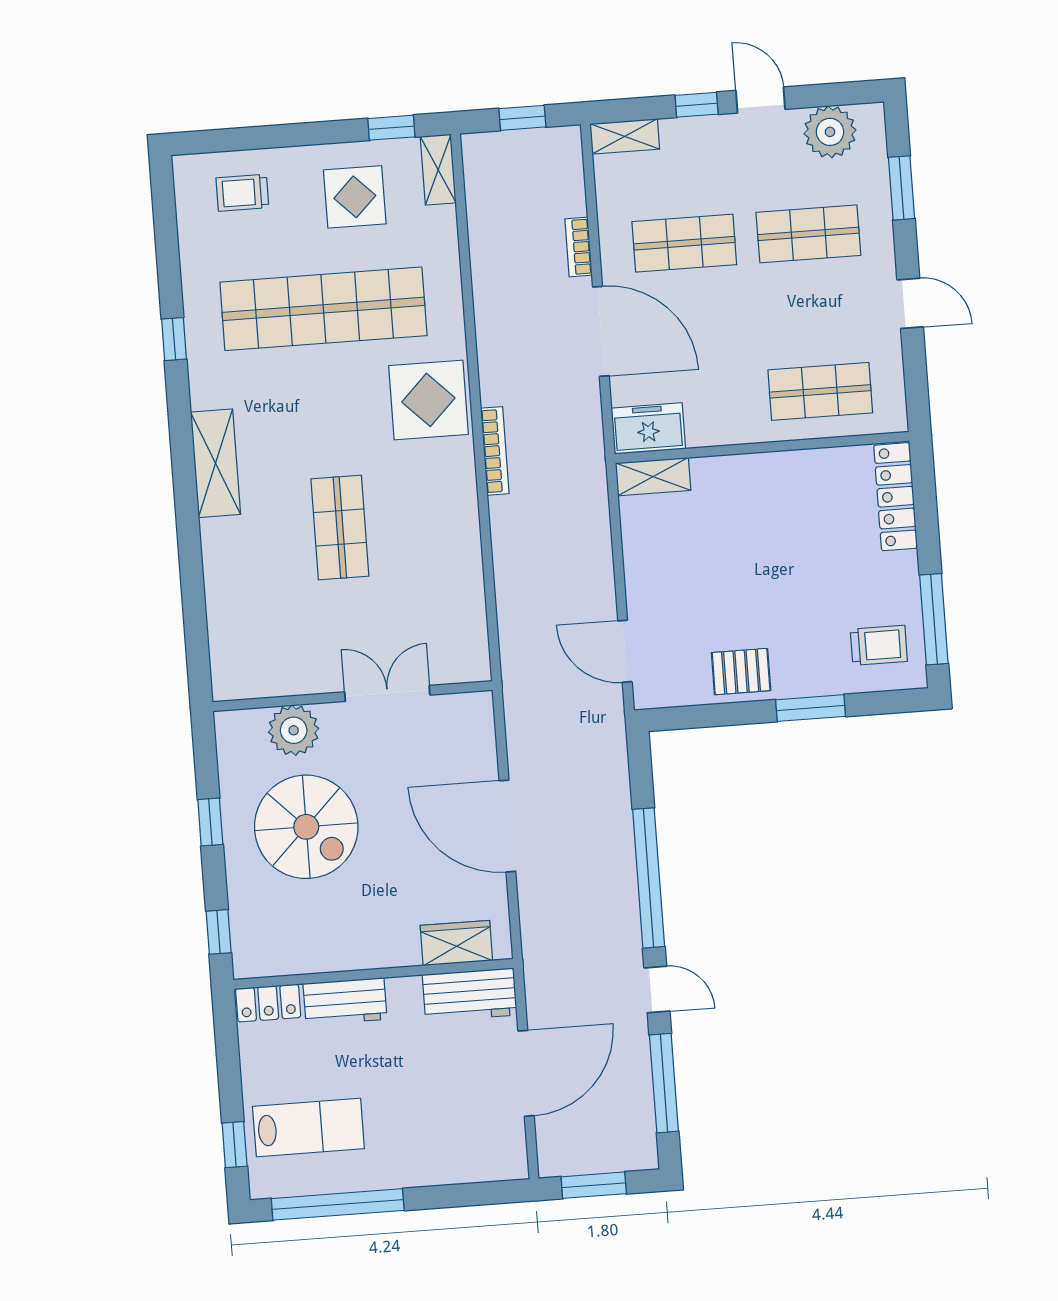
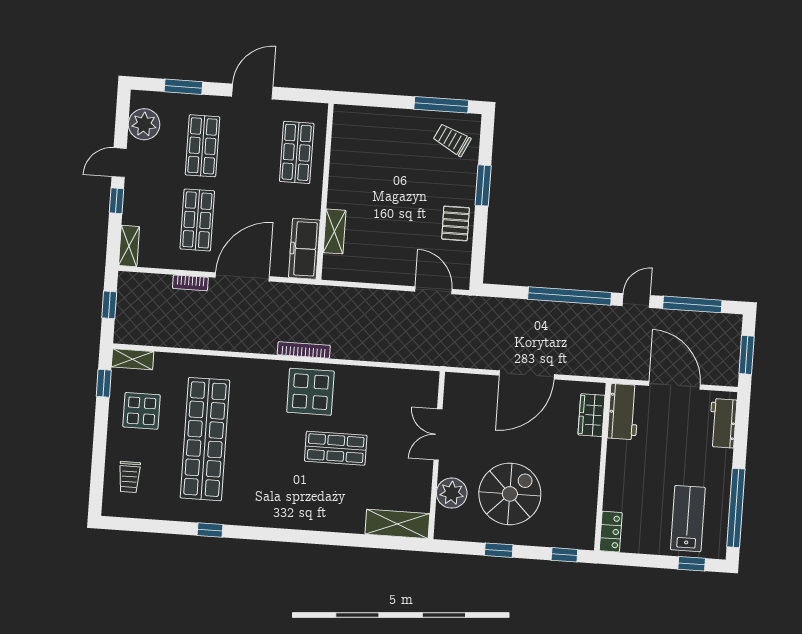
door: (910, 303) -> (252, 92), width x1.38
display table: (428, 400) -> (310, 392), moved
freezer: (648, 428) -> (304, 249), width x1.40
shelving: (215, 463) -> (397, 524), moved
shelving: (653, 477) -> (335, 231), moved
locker: (896, 497) -> (365, 117), removed
trolley: (879, 645) -> (452, 140), turned -64
door: (625, 651) -> (433, 290), swing flipped
workbench: (345, 1001) -> (723, 423), moved, turned 180

